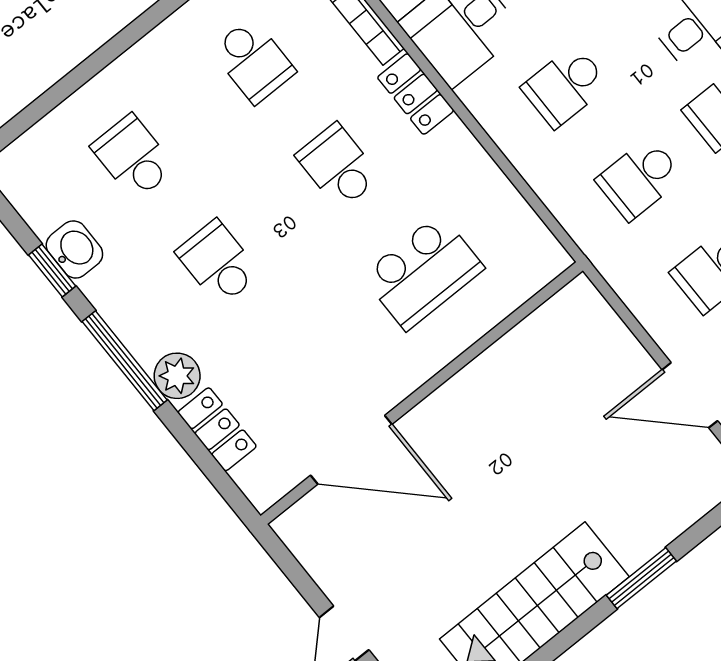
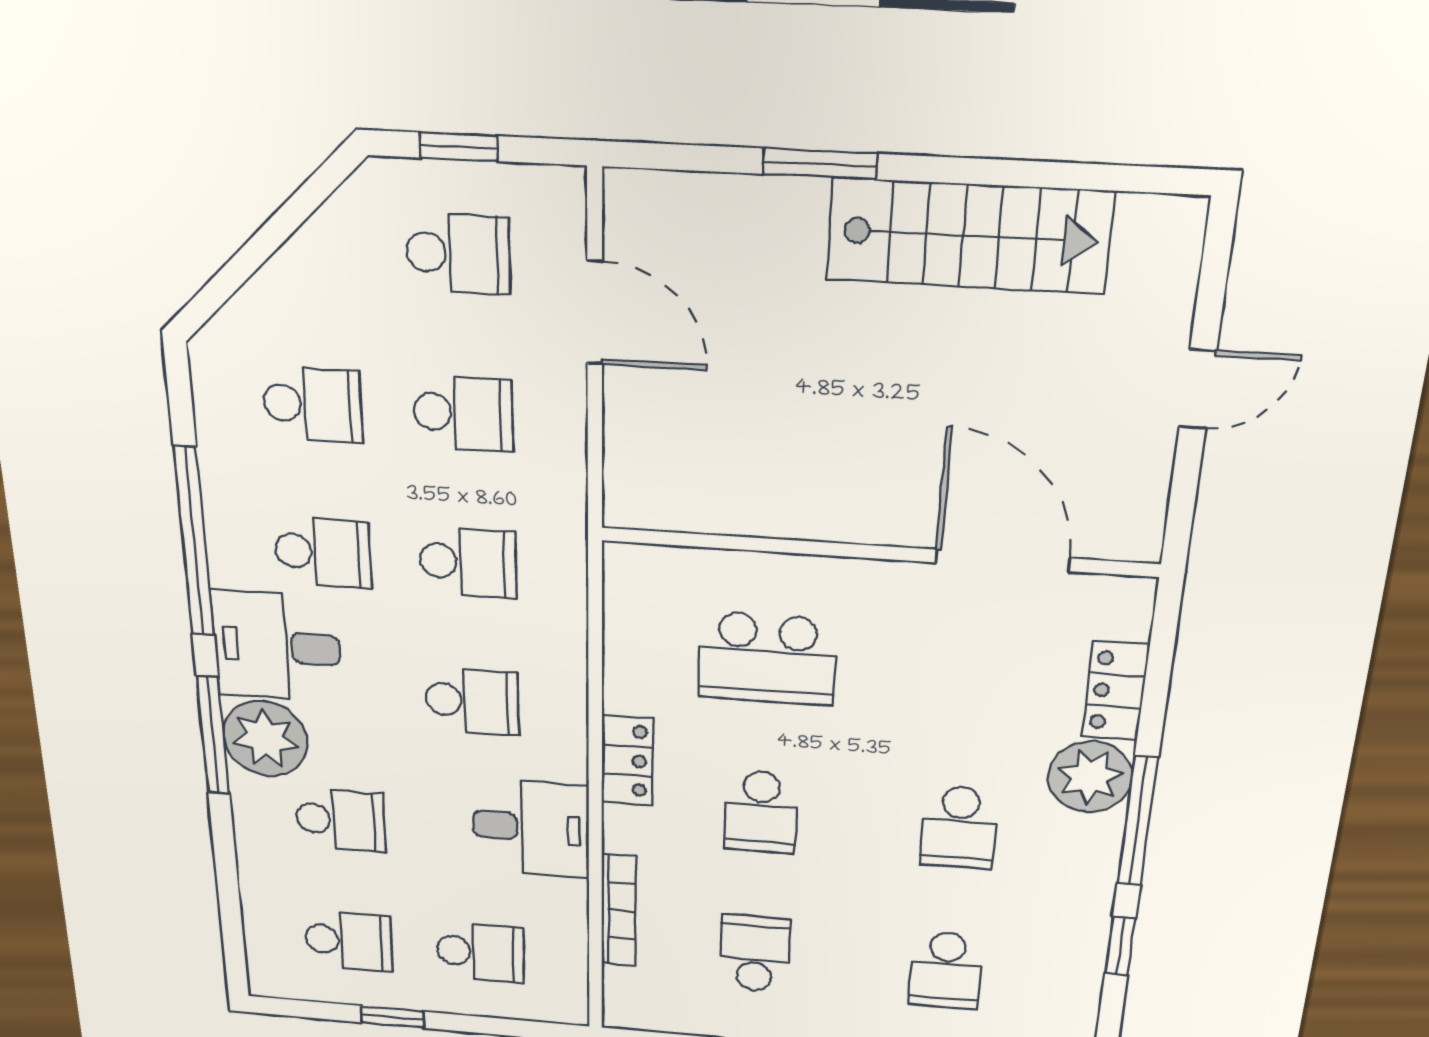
locker: (416, 94) -> (627, 760), moved
washbasin: (74, 249) -> (1081, 945), removed
school desk: (423, 272) -> (767, 658), turned 180
plant: (177, 376) -> (1090, 777), width x1.36, depth x1.36

